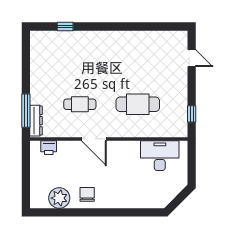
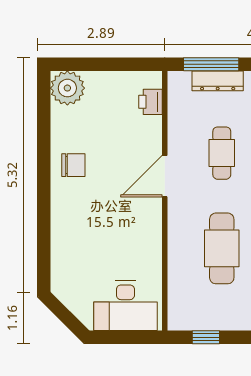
dresser: (36, 121) -> (218, 81), moved
desk: (160, 156) -> (125, 306), moved, turned 90
plant: (59, 198) -> (67, 88), moved

